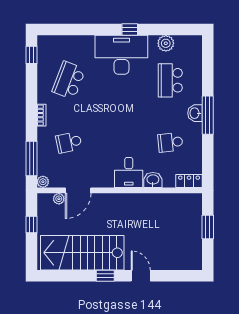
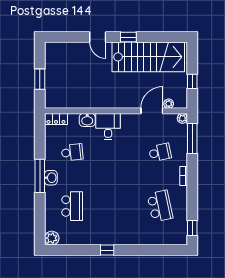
plant: (166, 43) -> (52, 238), moved
desk: (121, 55) -> (114, 228), removed
school desk: (69, 80) -> (160, 206), turned -33

